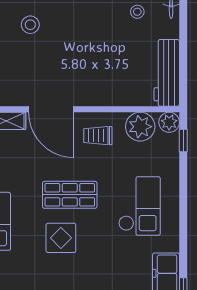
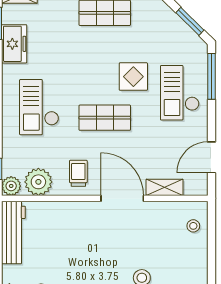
trolley: (98, 136) -> (78, 173), turned -90
display table: (61, 238) -> (133, 77), moved

